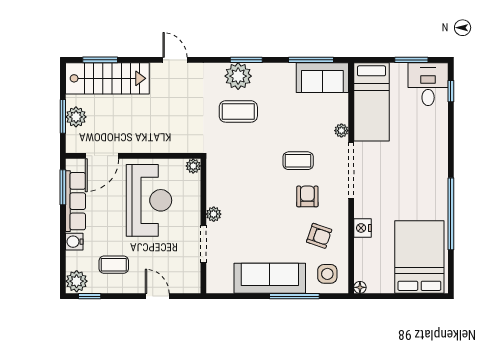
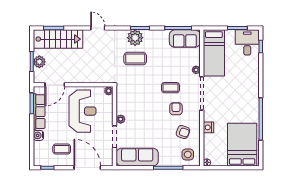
sofa: (270, 278) -> (137, 157), moved
plant: (77, 281) -> (40, 159), removed
door: (157, 296) -> (87, 168), width x1.87

